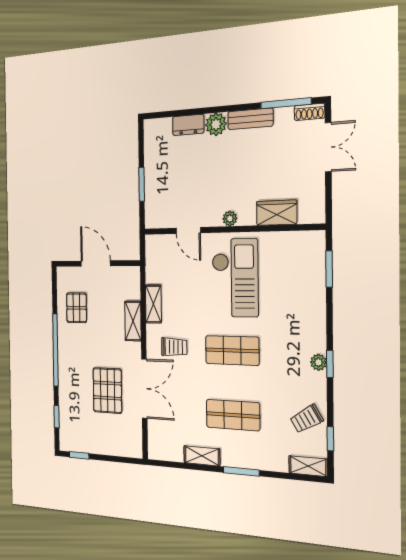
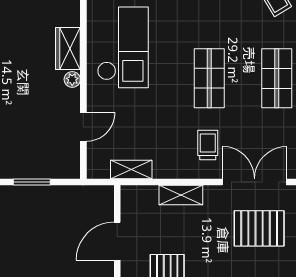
wardrobe: (277, 213) -> (68, 49), moved
checkout: (235, 278) -> (123, 47), moved, turned 90
shelving: (153, 304) -> (131, 169), moved

